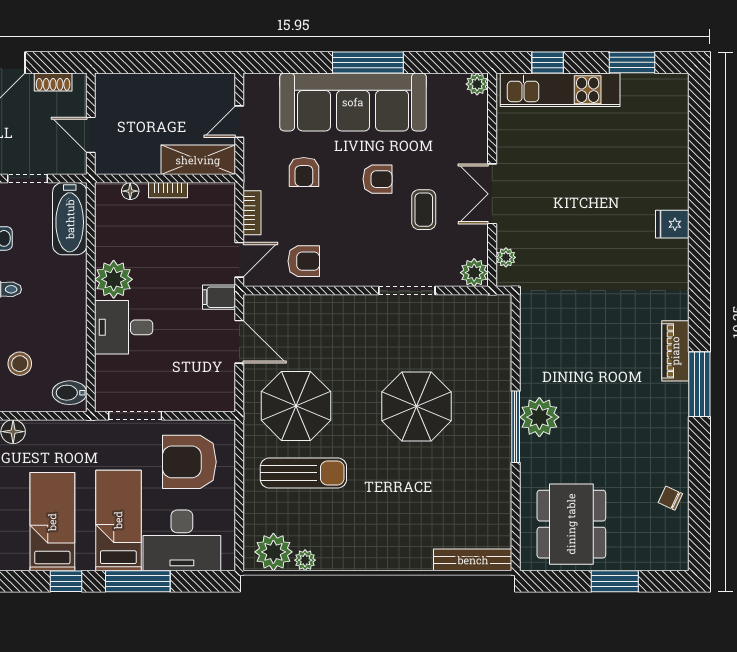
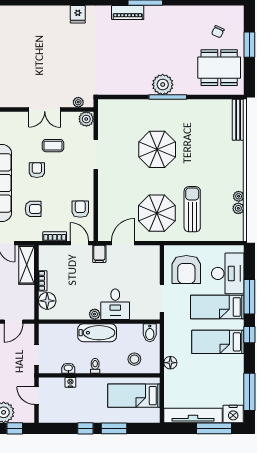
floor lamp: (130, 191) -> (47, 301), width x1.89, depth x1.89
bathtub: (70, 219) -> (97, 333), moved
fridge: (672, 224) -> (78, 14), moved
plant: (114, 279) -> (95, 314), width x0.53, depth x0.53
chair: (670, 498) -> (218, 32), moved
plant: (273, 552) -> (239, 196), moved, width x0.53, depth x0.53

